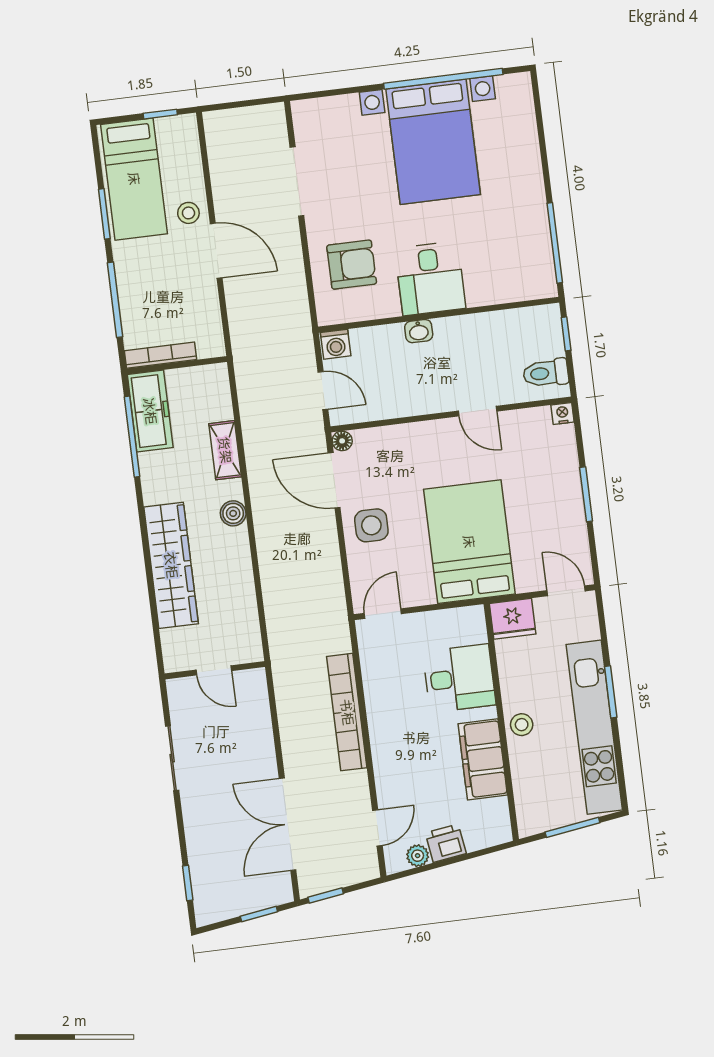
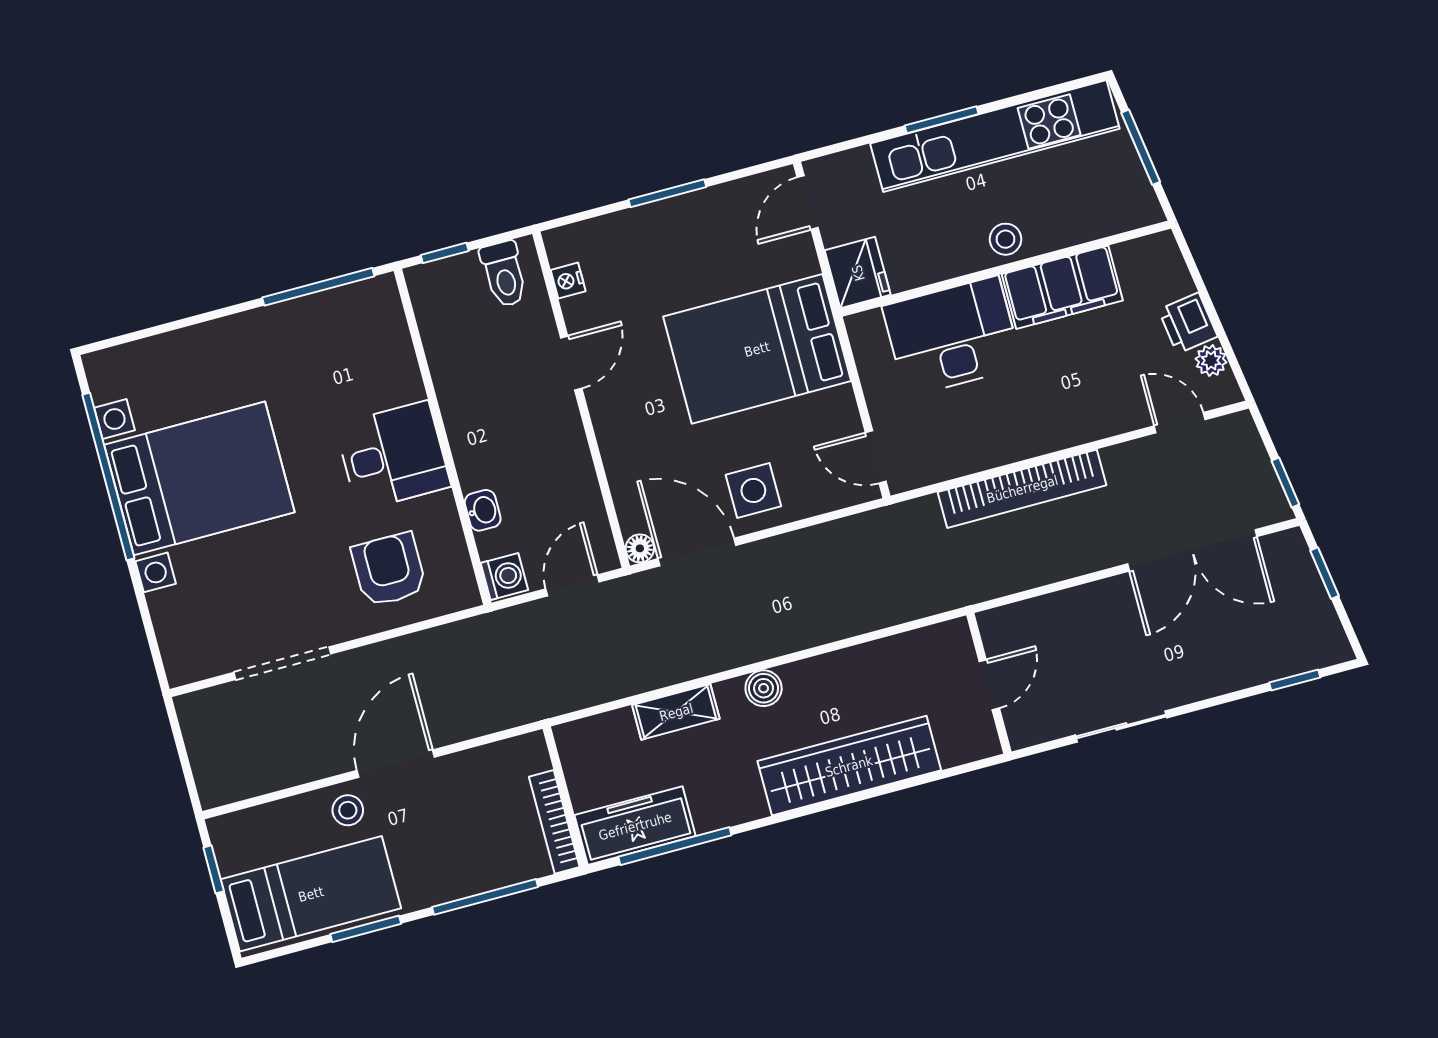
washbasin: (419, 331) -> (483, 510), moved
nightstand: (562, 414) -> (568, 281), moved
door: (334, 480) -> (697, 552), swing flipped
desk: (459, 678) -> (952, 336), width x1.37

